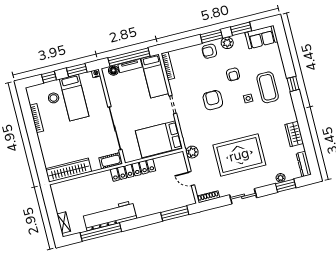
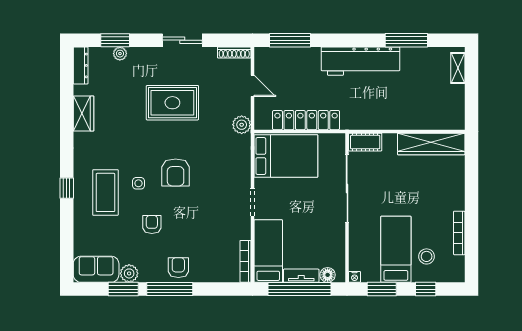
window: (211, 36) -> (170, 289), width x1.44
plant: (227, 43) -> (129, 273), moved
armchair: (209, 51) -> (178, 268), turned -90
armchair: (213, 100) -> (176, 172), moved
rug: (239, 155) -> (172, 103), width x0.73, depth x0.69
locker: (133, 170) -> (306, 120), moved
workbench: (110, 216) -> (360, 61), moved
window: (101, 232) -> (406, 40), width x0.68

